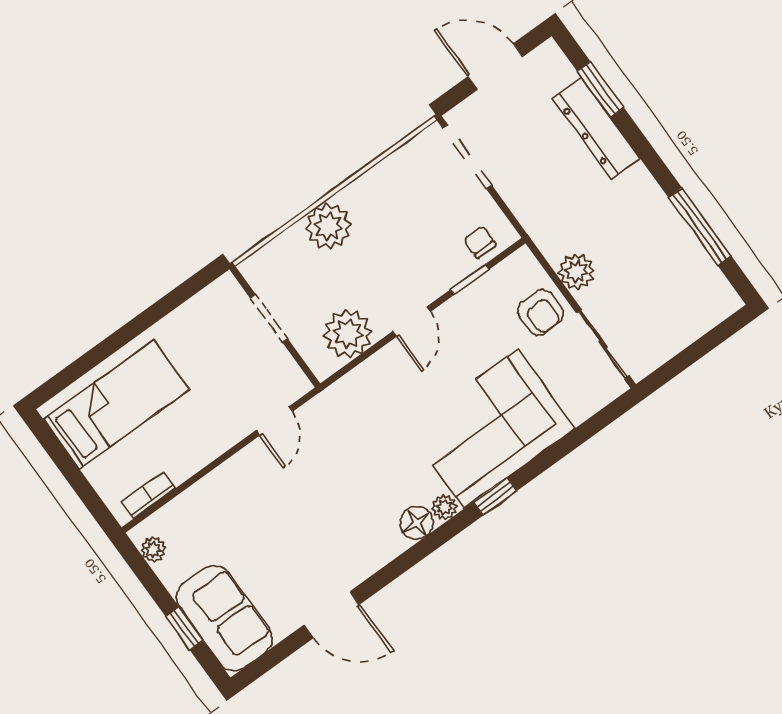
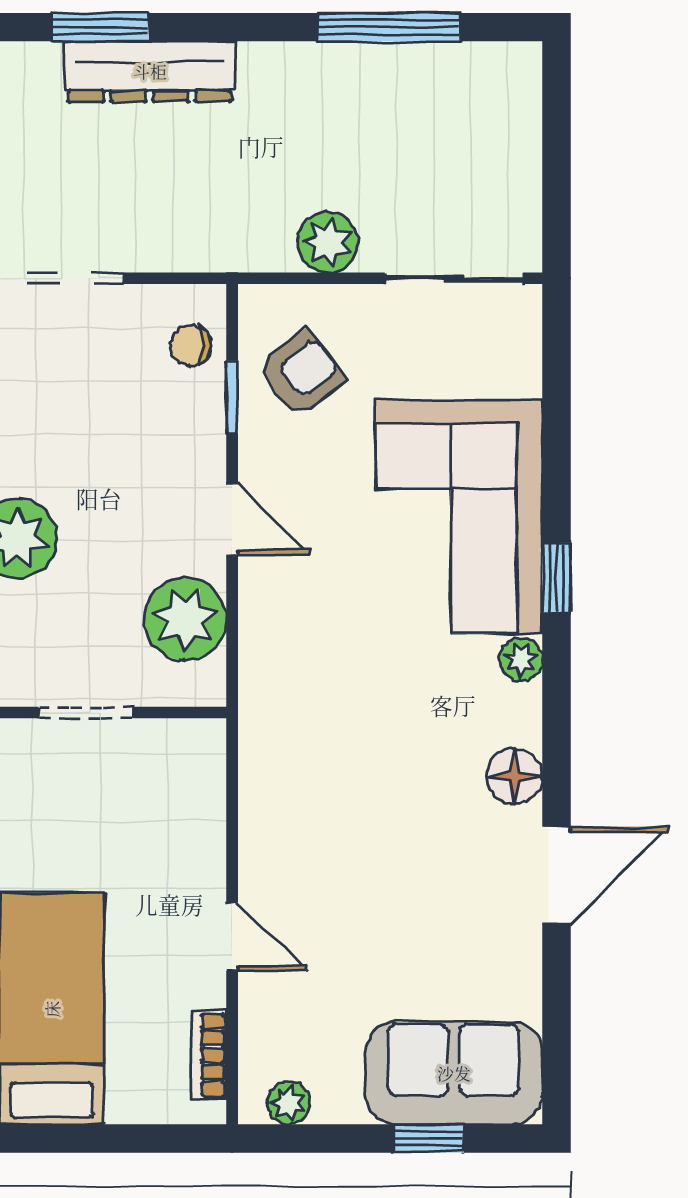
armchair: (540, 312) -> (301, 374), moved, turned -38
door: (274, 421) -> (232, 937), moved
floor lamp: (417, 523) -> (515, 776), moved
door: (332, 615) -> (557, 875), moved

